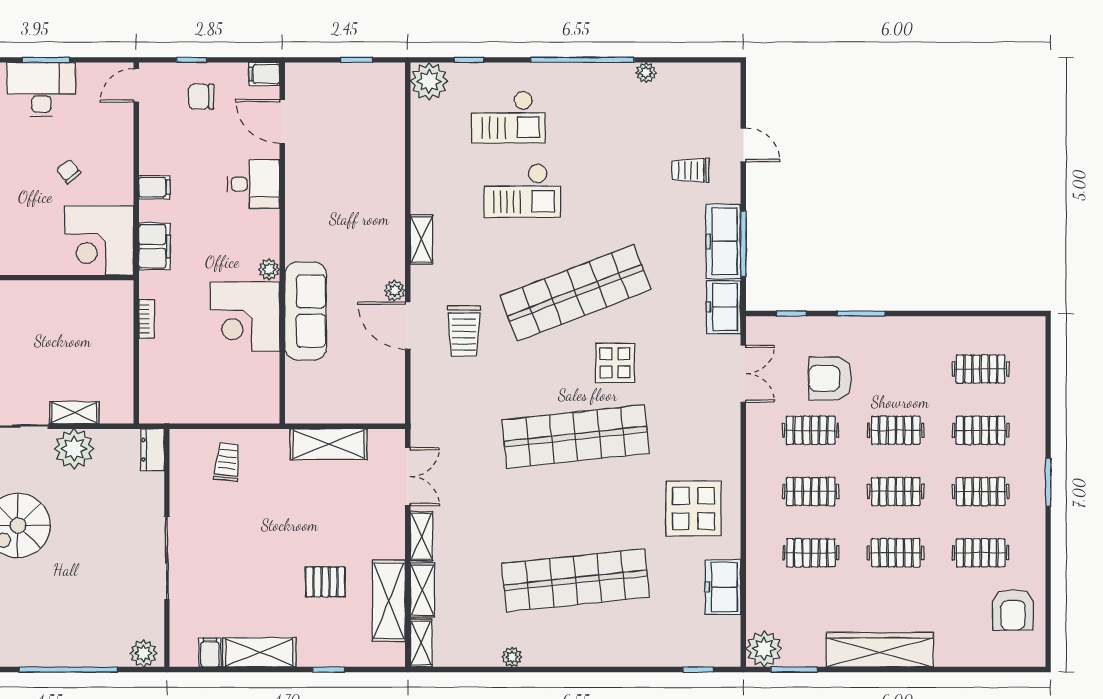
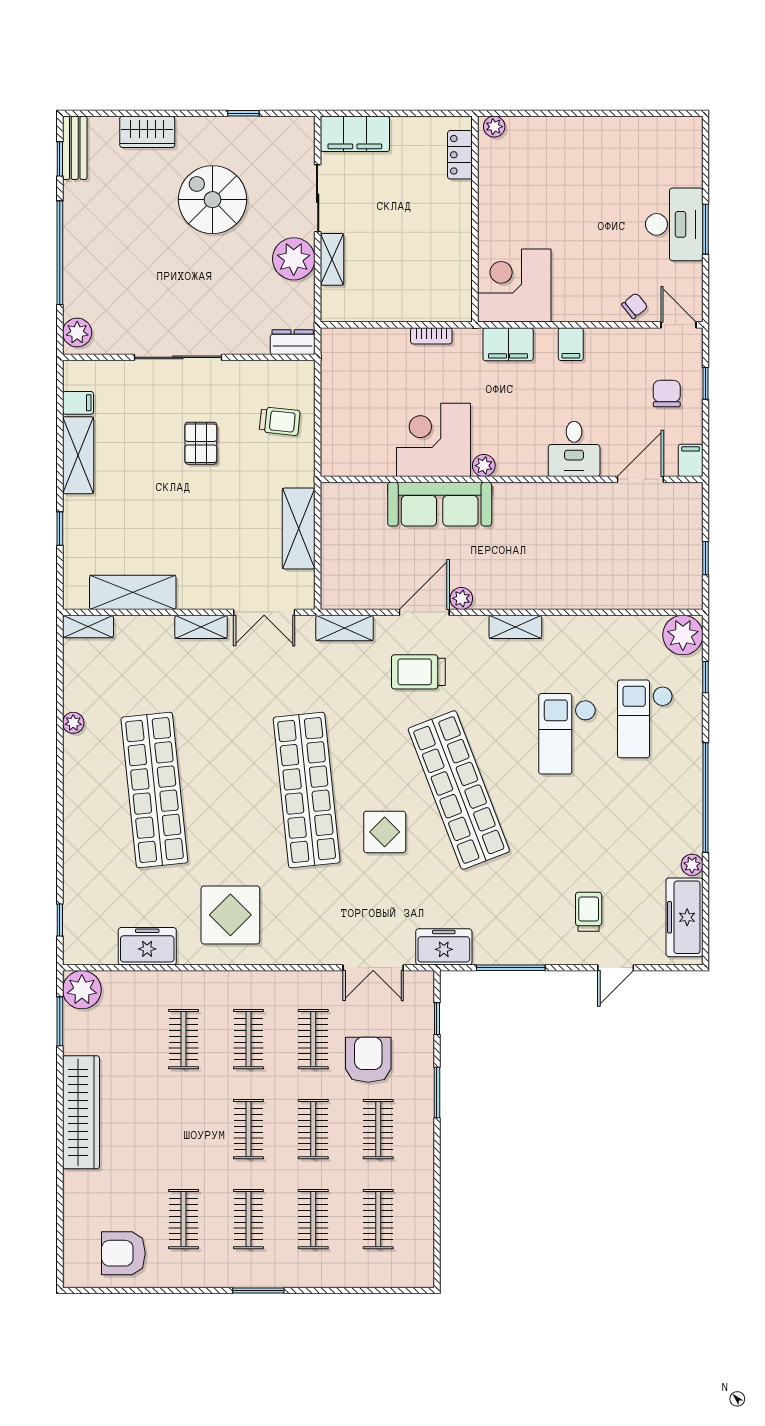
chair: (69, 171) -> (635, 306), moved
freezer: (723, 241) -> (684, 917), moved, turned -90
clothes rail: (896, 553) -> (378, 1129), moved
pallet: (325, 582) -> (201, 443), moved
shelving: (422, 590) -> (345, 628), moved

